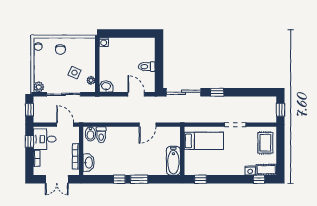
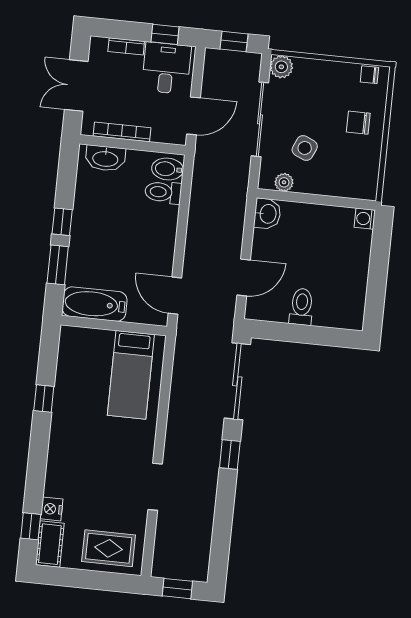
bed: (204, 141) -> (131, 375), moved
wall: (182, 151) -> (114, 326), moved
bathtub: (173, 161) -> (95, 304), moved

